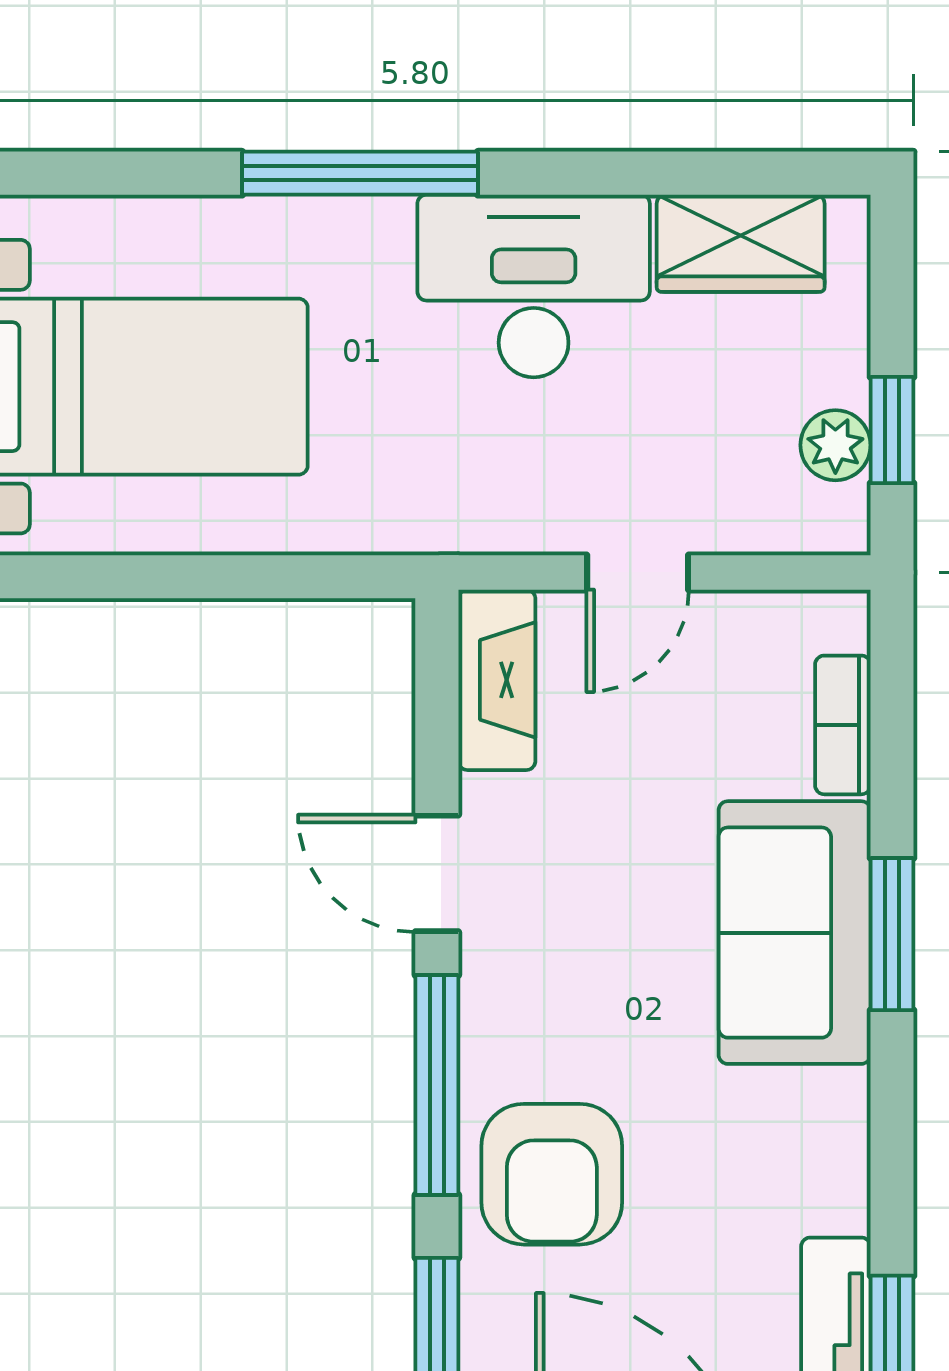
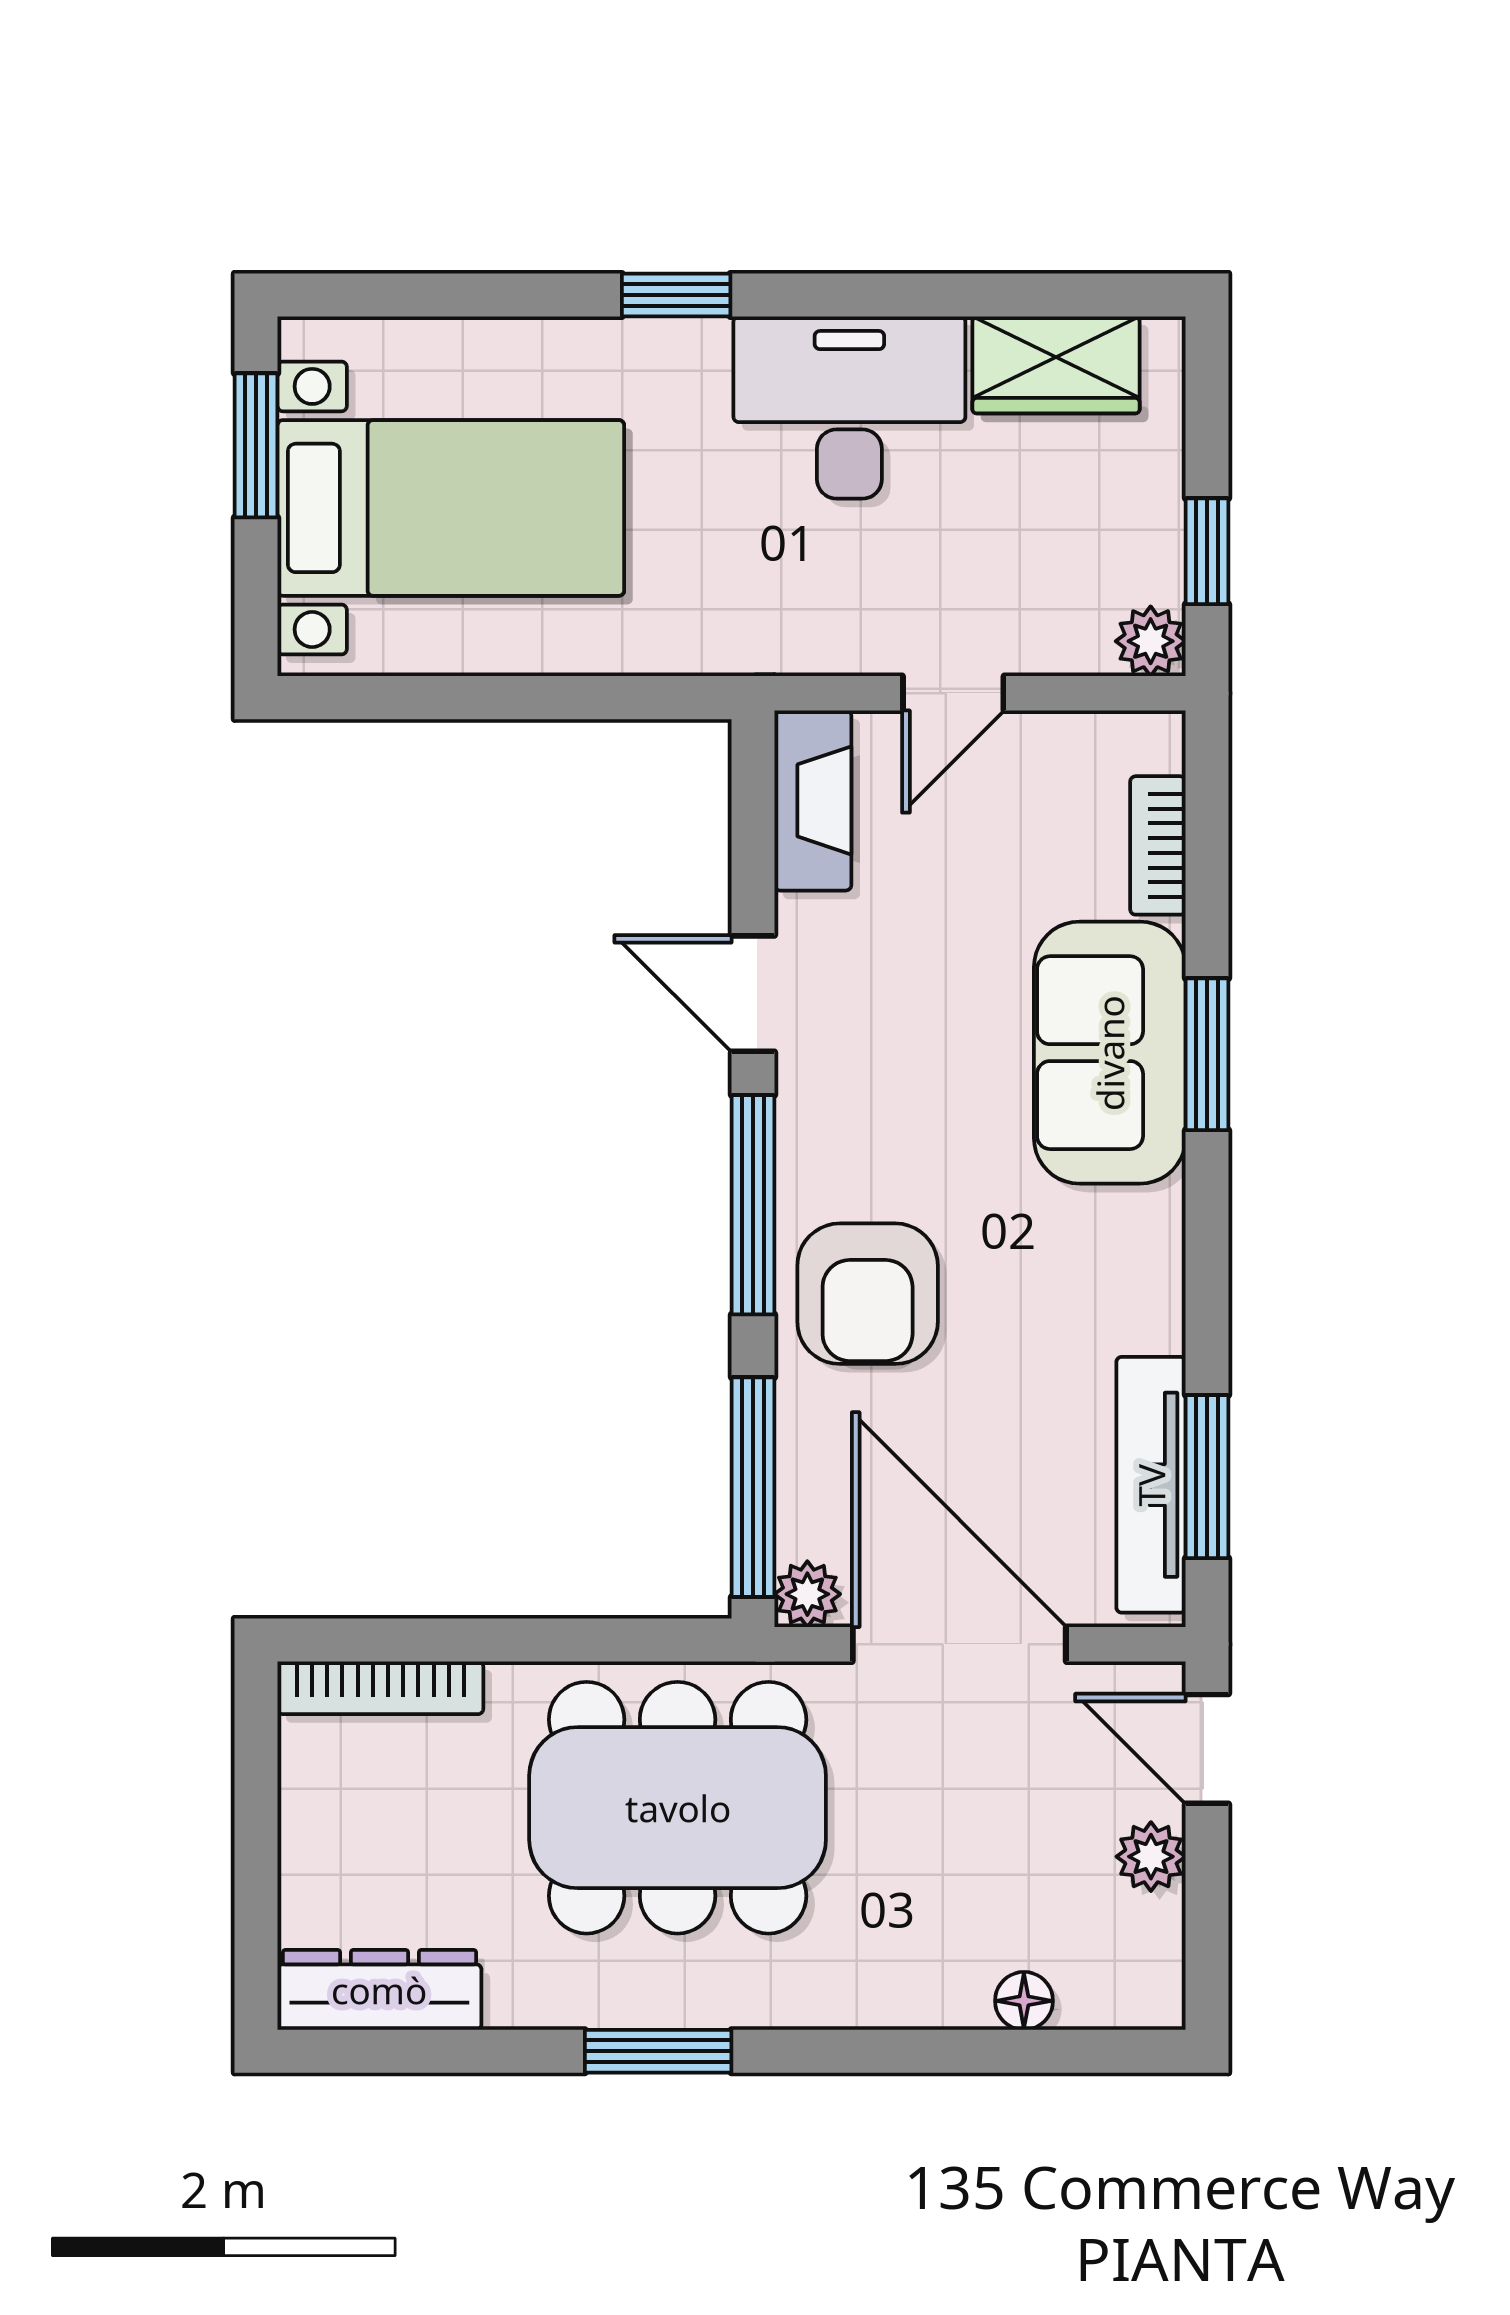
window: (360, 173) -> (676, 295), width x0.46
plant: (835, 445) -> (1151, 641), moved

